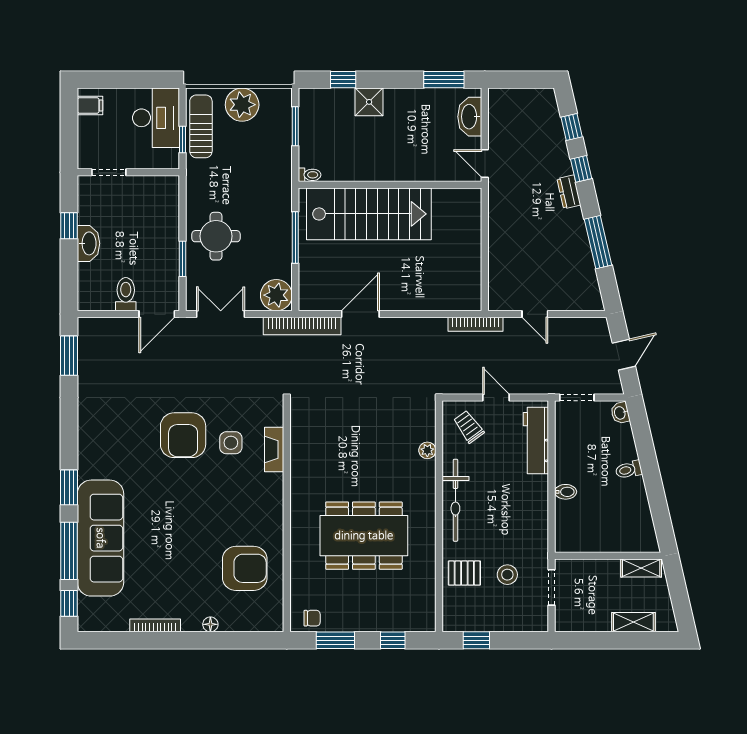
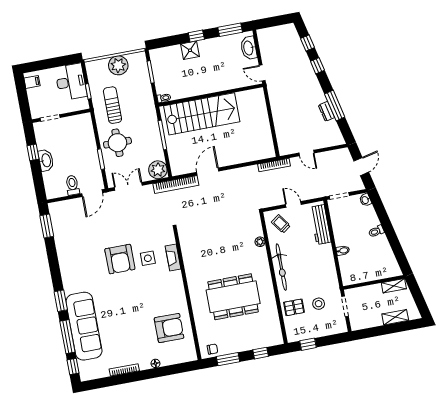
window: (343, 80) -> (196, 36), moved
sun lounger: (201, 126) -> (112, 105), moved
dresser: (569, 192) -> (327, 111), moved

